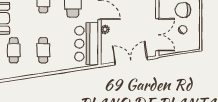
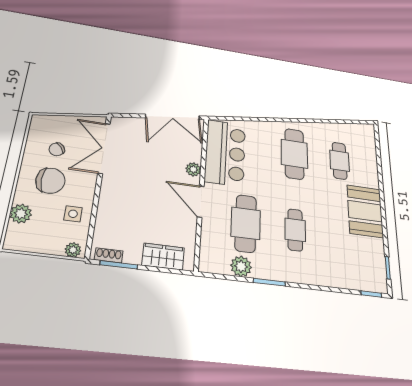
cafe table: (43, 50) -> (294, 154), width x1.37, depth x1.35
double door: (131, 61) -> (173, 117), moved

